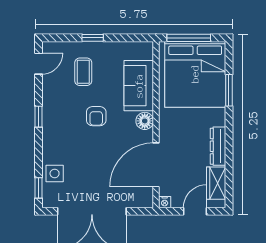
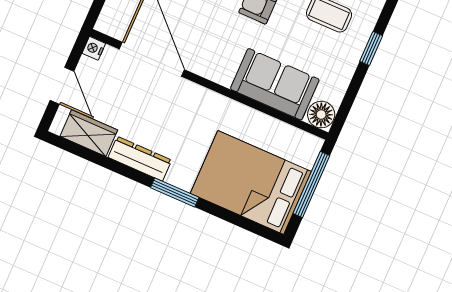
bed: (195, 74) -> (251, 182), width x0.73
window: (229, 90) -> (175, 193), moved
floor lamp: (145, 121) -> (321, 115), moved

